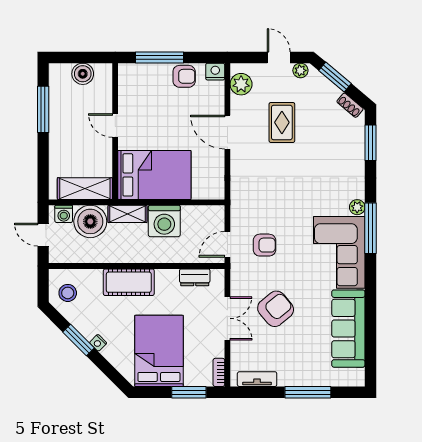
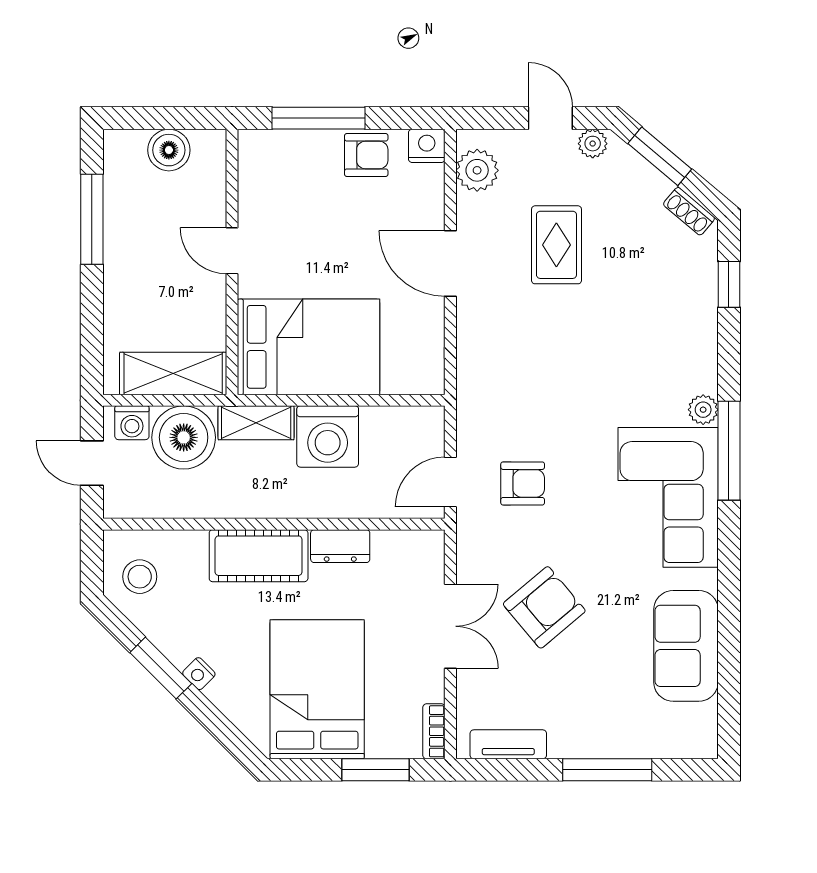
window: (370, 143) -> (729, 284), width x0.67
dresser: (195, 277) -> (340, 546), moved
sofa: (348, 329) -> (686, 646), width x0.73

